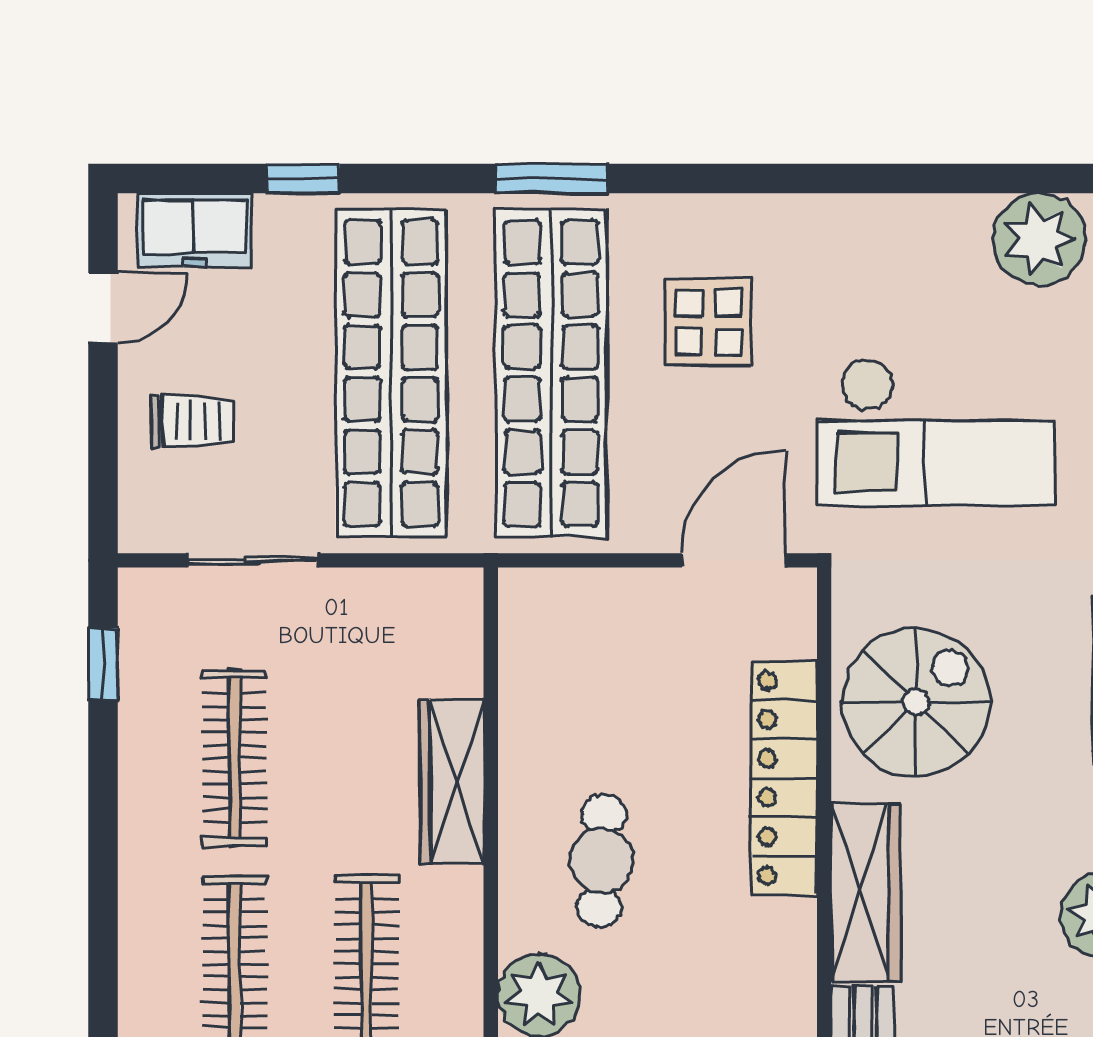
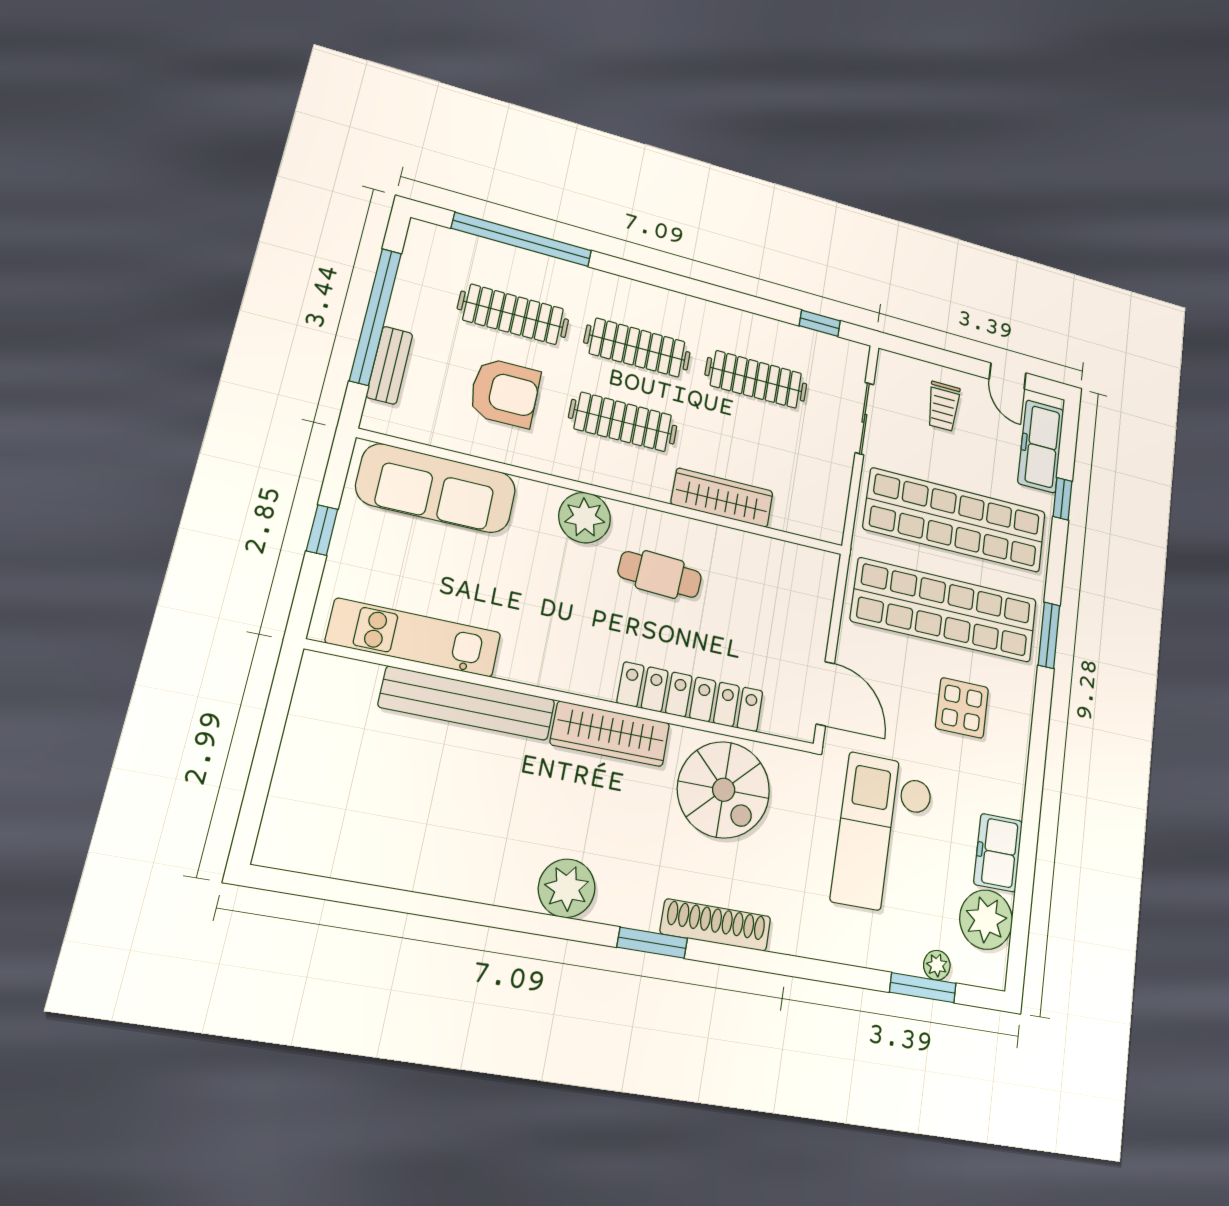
freezer: (194, 230) -> (1041, 446), width x1.40
freezer: (931, 231) -> (998, 853), added

